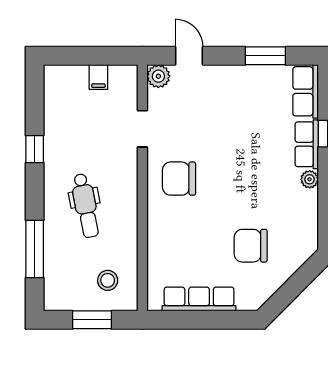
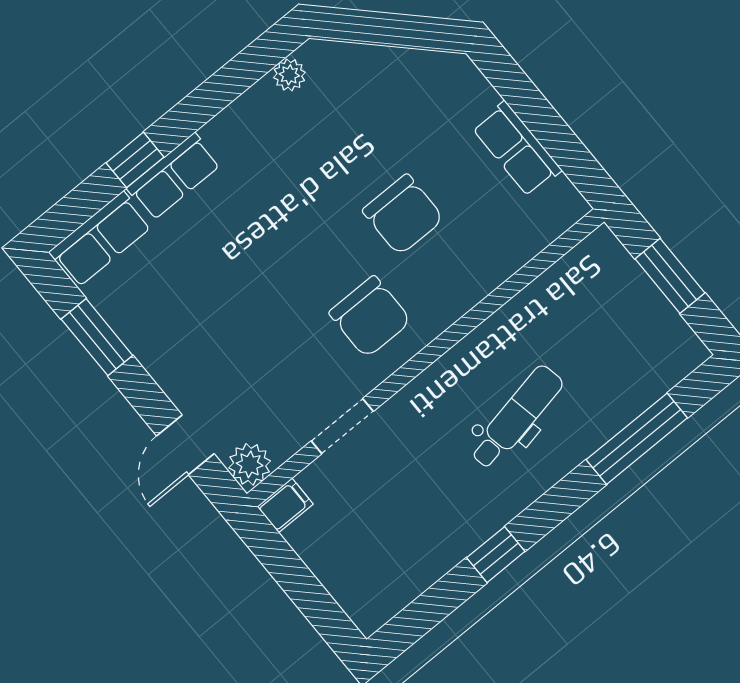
filing cabinet: (98, 77) -> (285, 505), moved
plant: (310, 179) -> (289, 75), moved
chair: (251, 246) -> (403, 215), moved
stool: (108, 280) -> (596, 299), removed
row of seats: (199, 299) -> (517, 149), width x0.68

